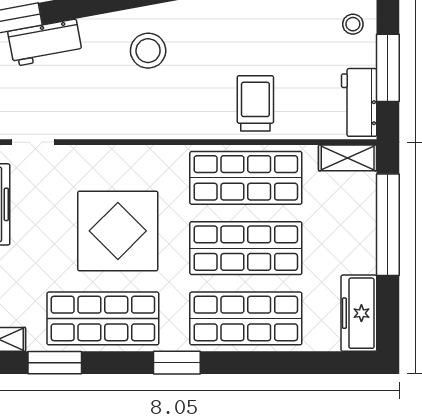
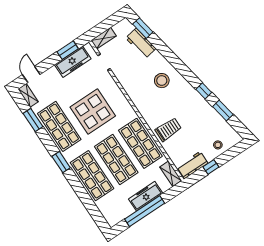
window: (388, 68) -> (211, 167), width x0.46
window: (388, 225) -> (145, 211), moved
freezer: (359, 313) -> (146, 196), moved

